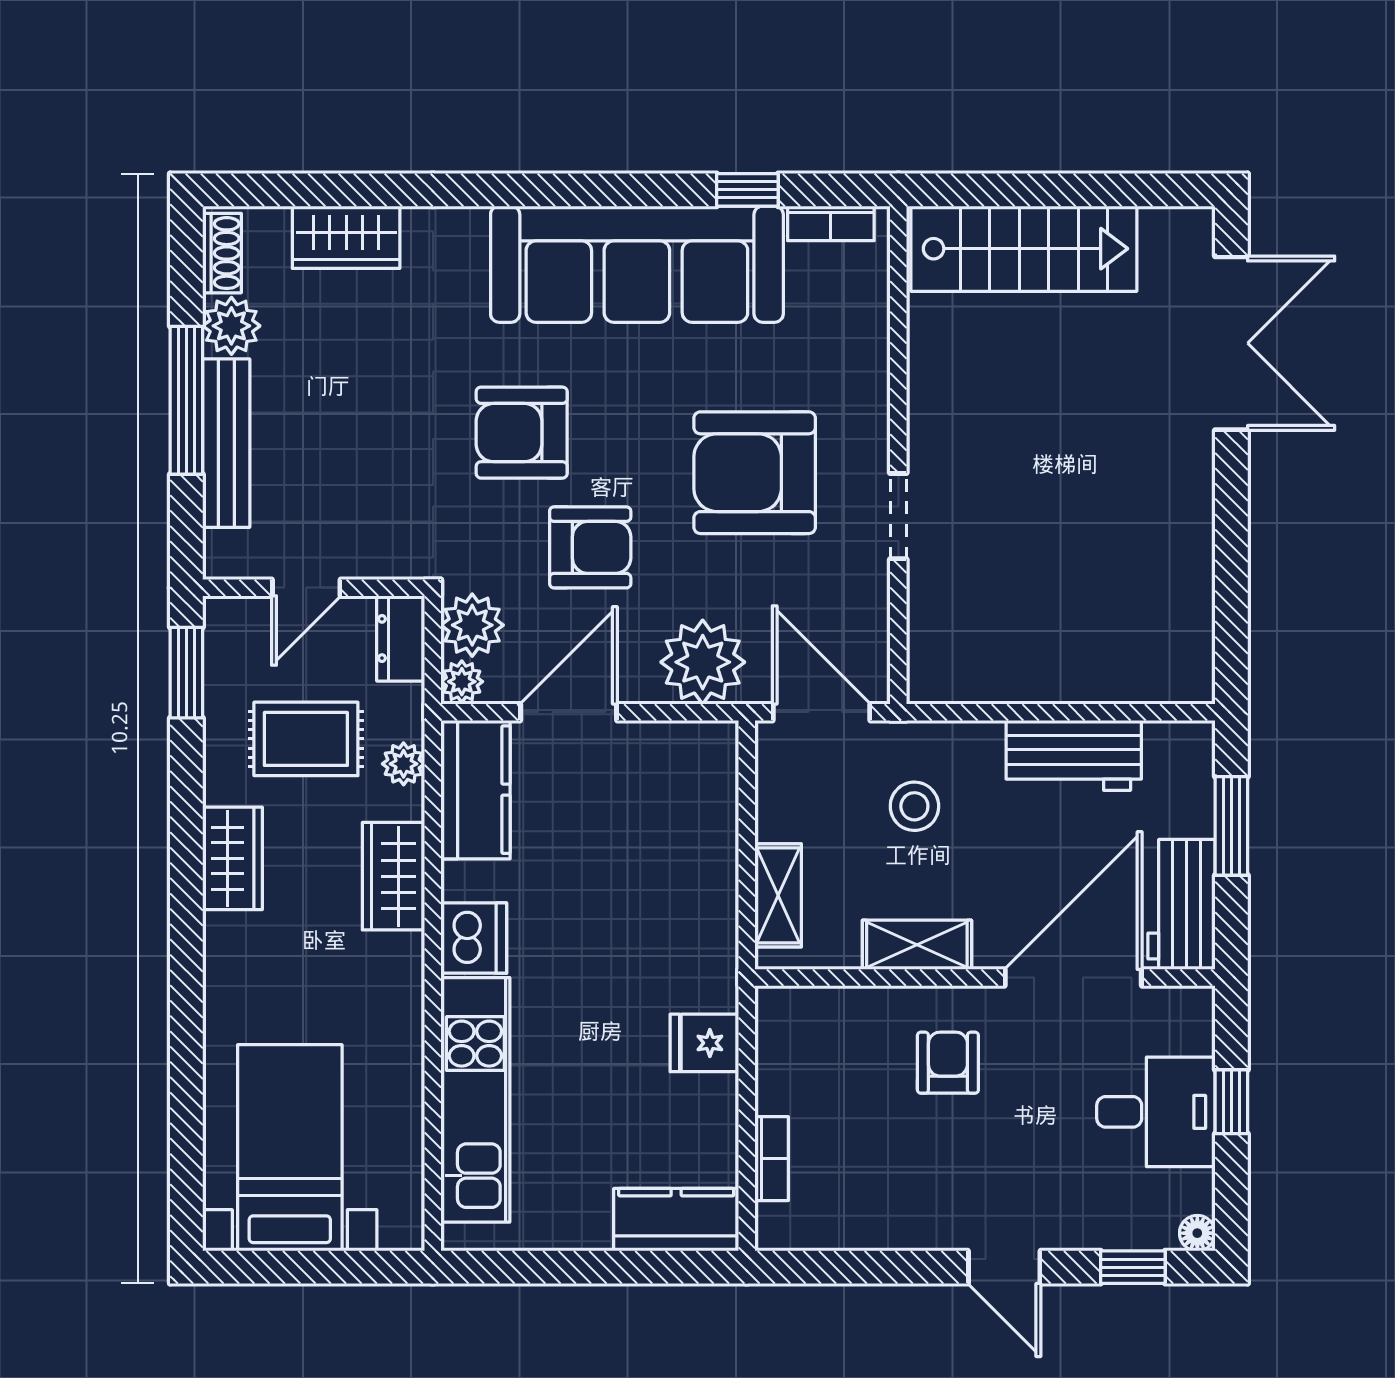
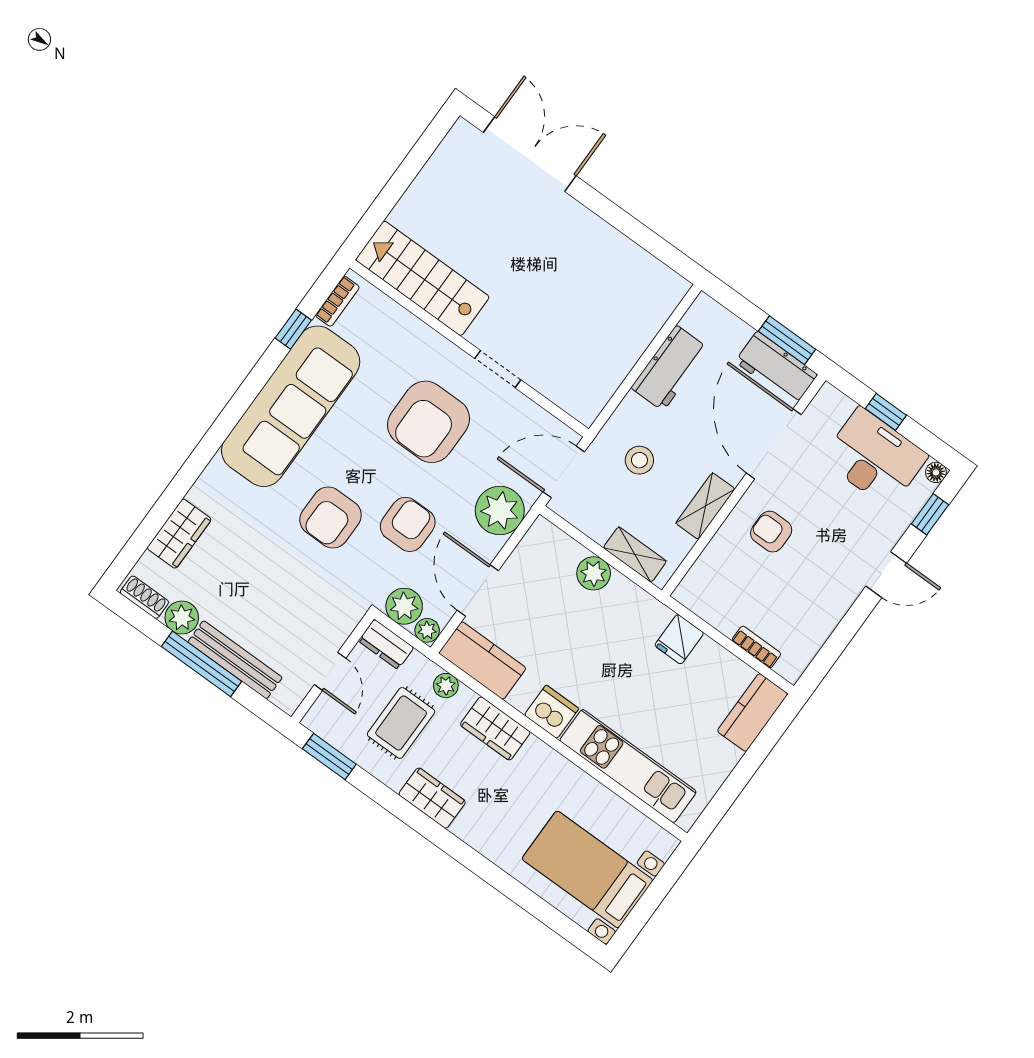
stairs: (1024, 249) -> (422, 278), moved, turned -90
window: (1231, 826) -> (787, 340), moved
plant: (710, 857) -> (594, 573), added
desk: (1156, 1112) -> (875, 458), width x1.37

